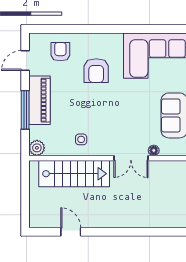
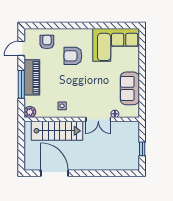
armchair: (96, 71) -> (73, 56), turned 90
door: (71, 232) -> (54, 173), width x1.88

